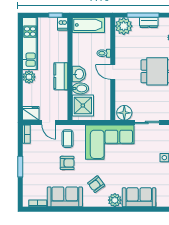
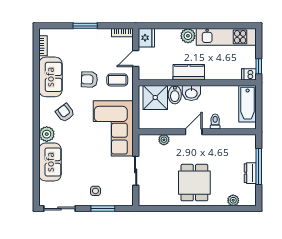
plant: (124, 26) -> (164, 140), moved, width x0.53, depth x0.53
floor lamp: (124, 113) -> (147, 145), removed
armchair: (67, 163) -> (89, 80), turned 92

